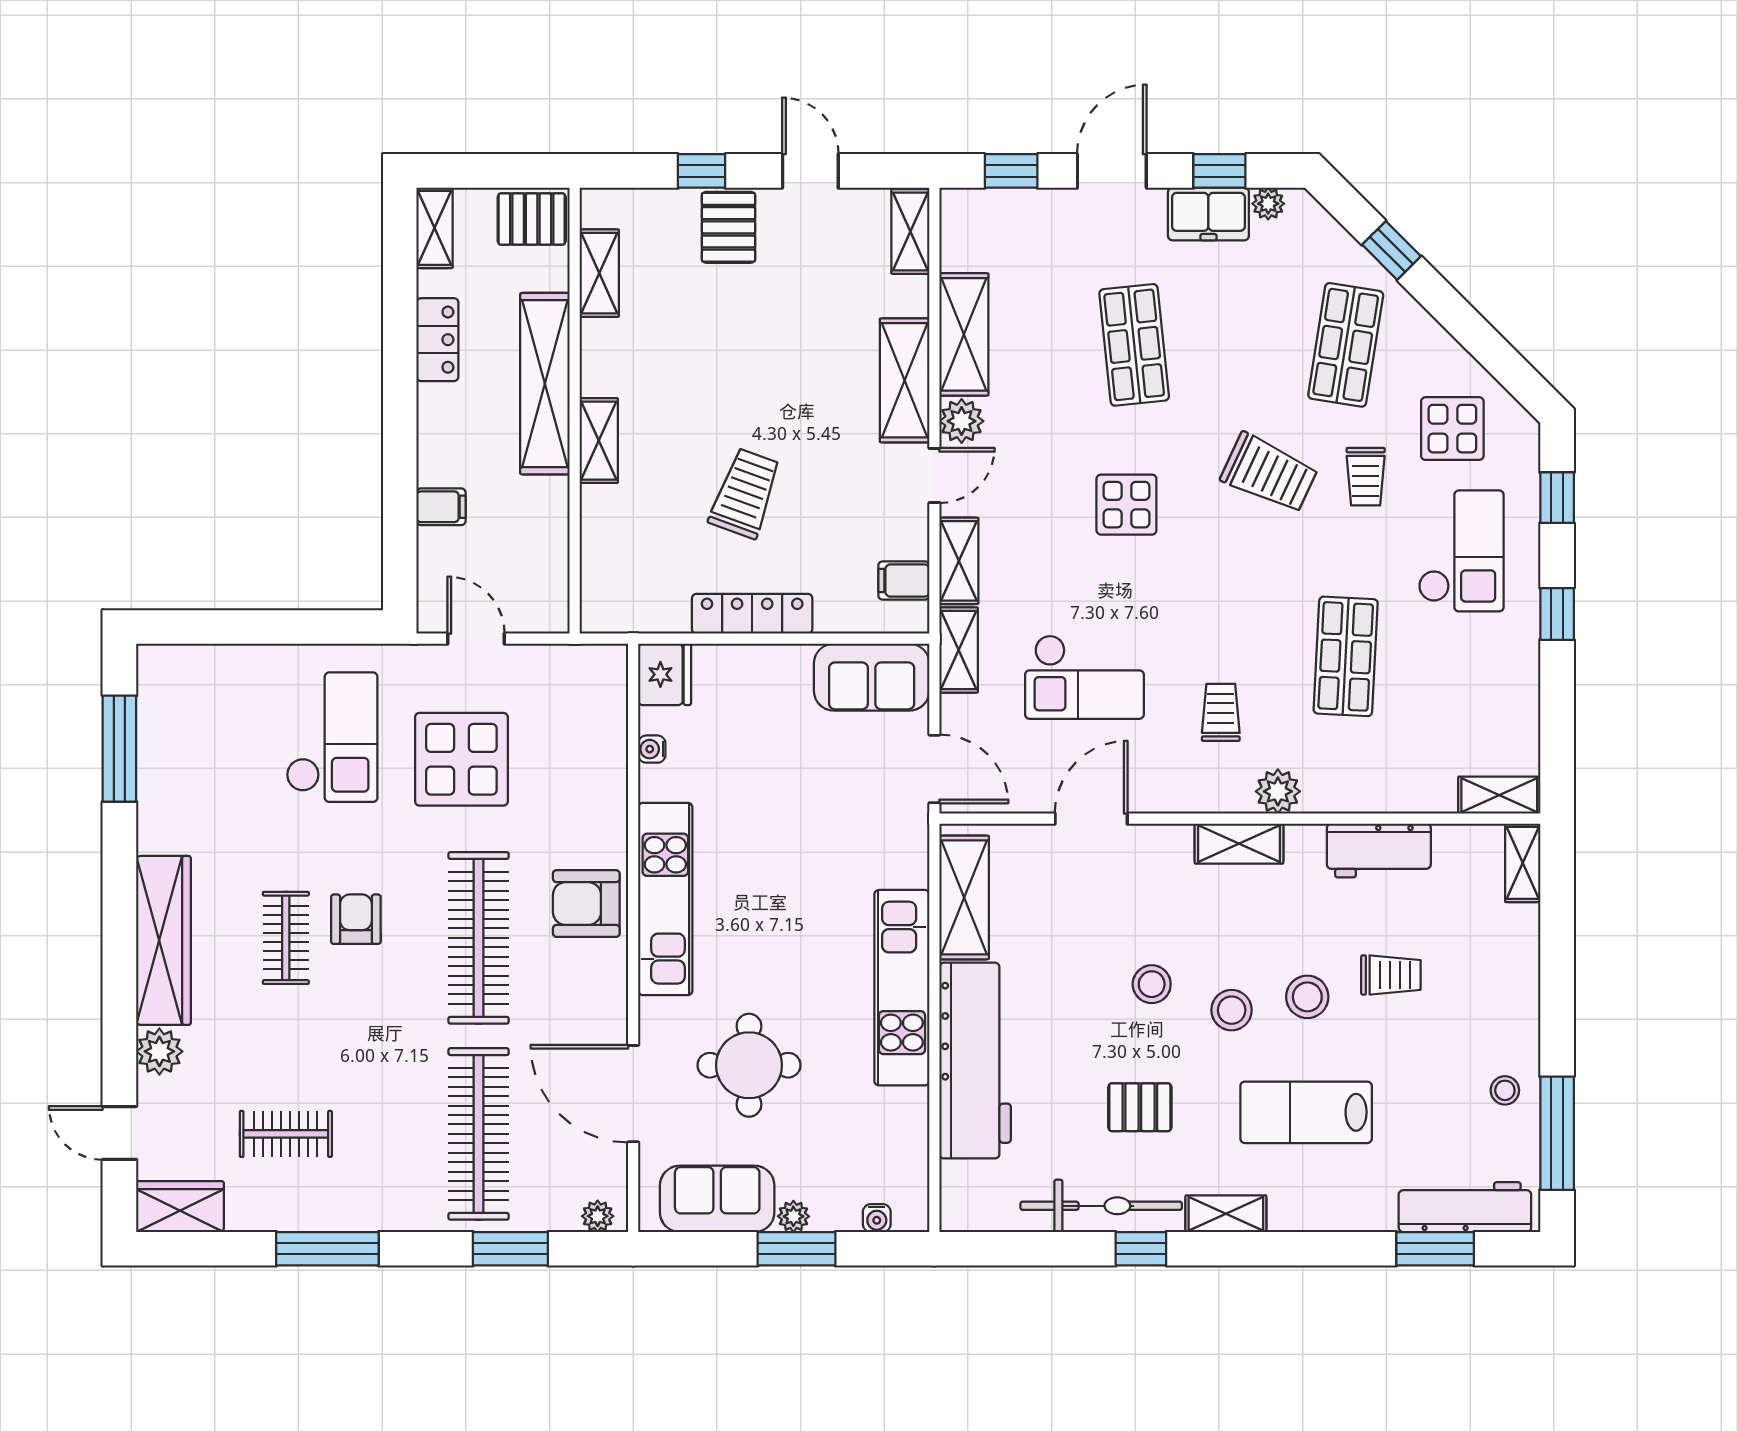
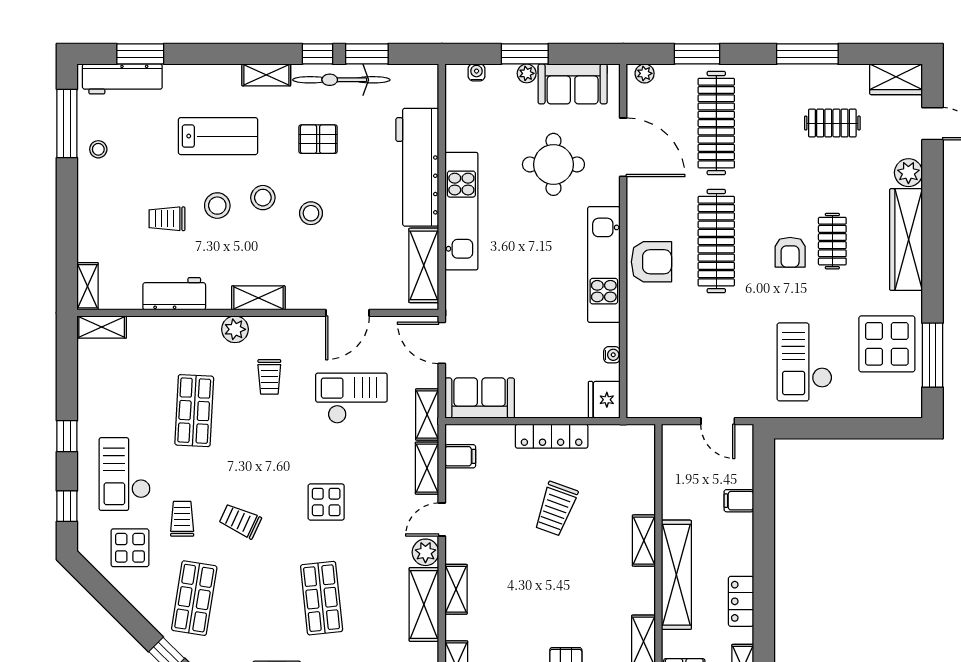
shelving: (905, 380) -> (456, 589), width x0.67, depth x0.75
trolley: (1269, 473) -> (240, 521), width x0.73, depth x0.72
display table: (461, 759) -> (887, 344), moved
window: (1059, 1249) -> (367, 54), added

